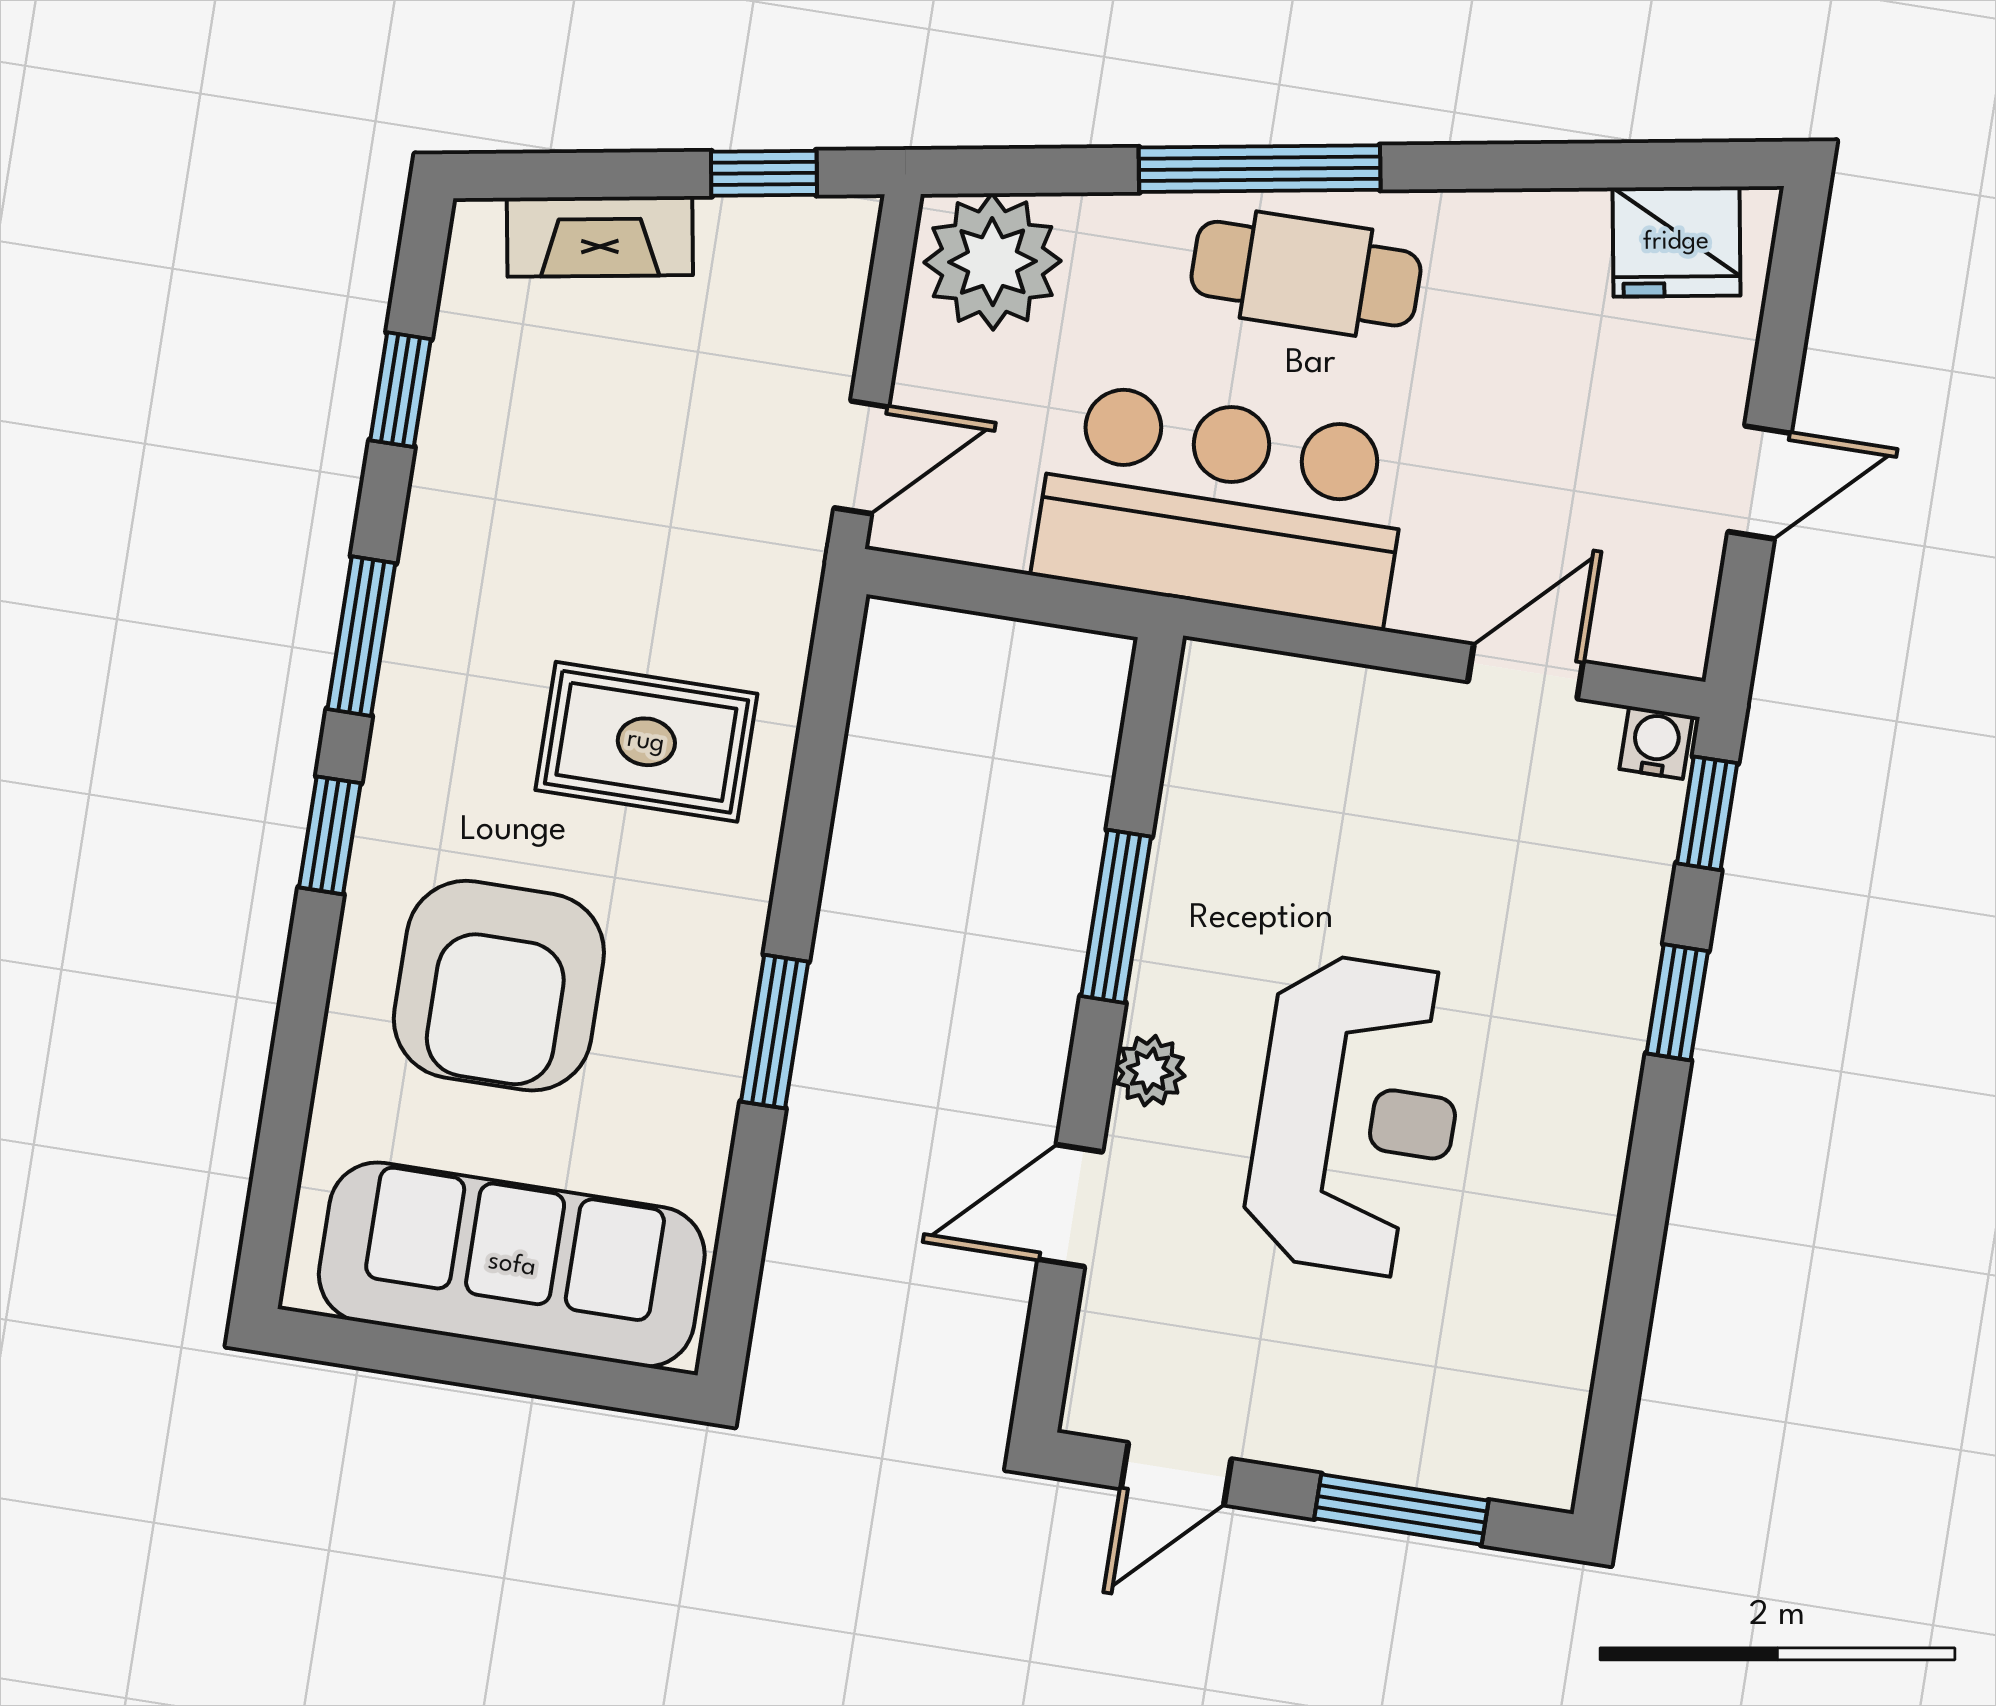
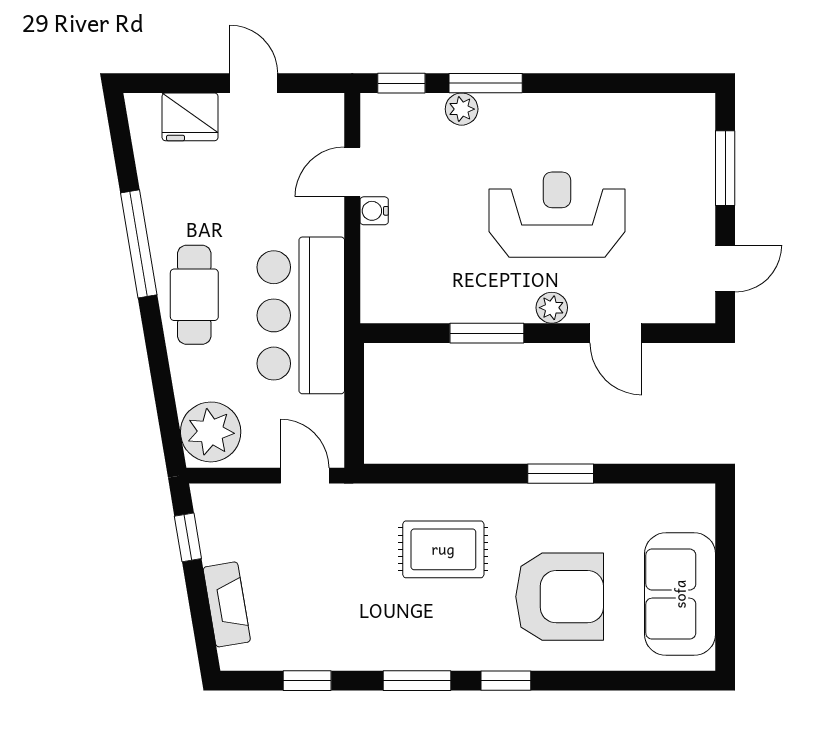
window: (1260, 169) -> (139, 244), moved
fridge: (1676, 242) -> (190, 117), moved, turned 100
door: (1526, 672) -> (352, 172), hinge flipped
rug: (646, 742) -> (443, 549), turned 90
water cooler: (1656, 743) -> (374, 211), moved
plant: (1628, 939) -> (462, 109), added
window: (1677, 1002) -> (486, 83), width x1.50
sofa: (512, 1265) -> (680, 594), width x0.73
door: (1176, 1474) -> (725, 269), hinge flipped

